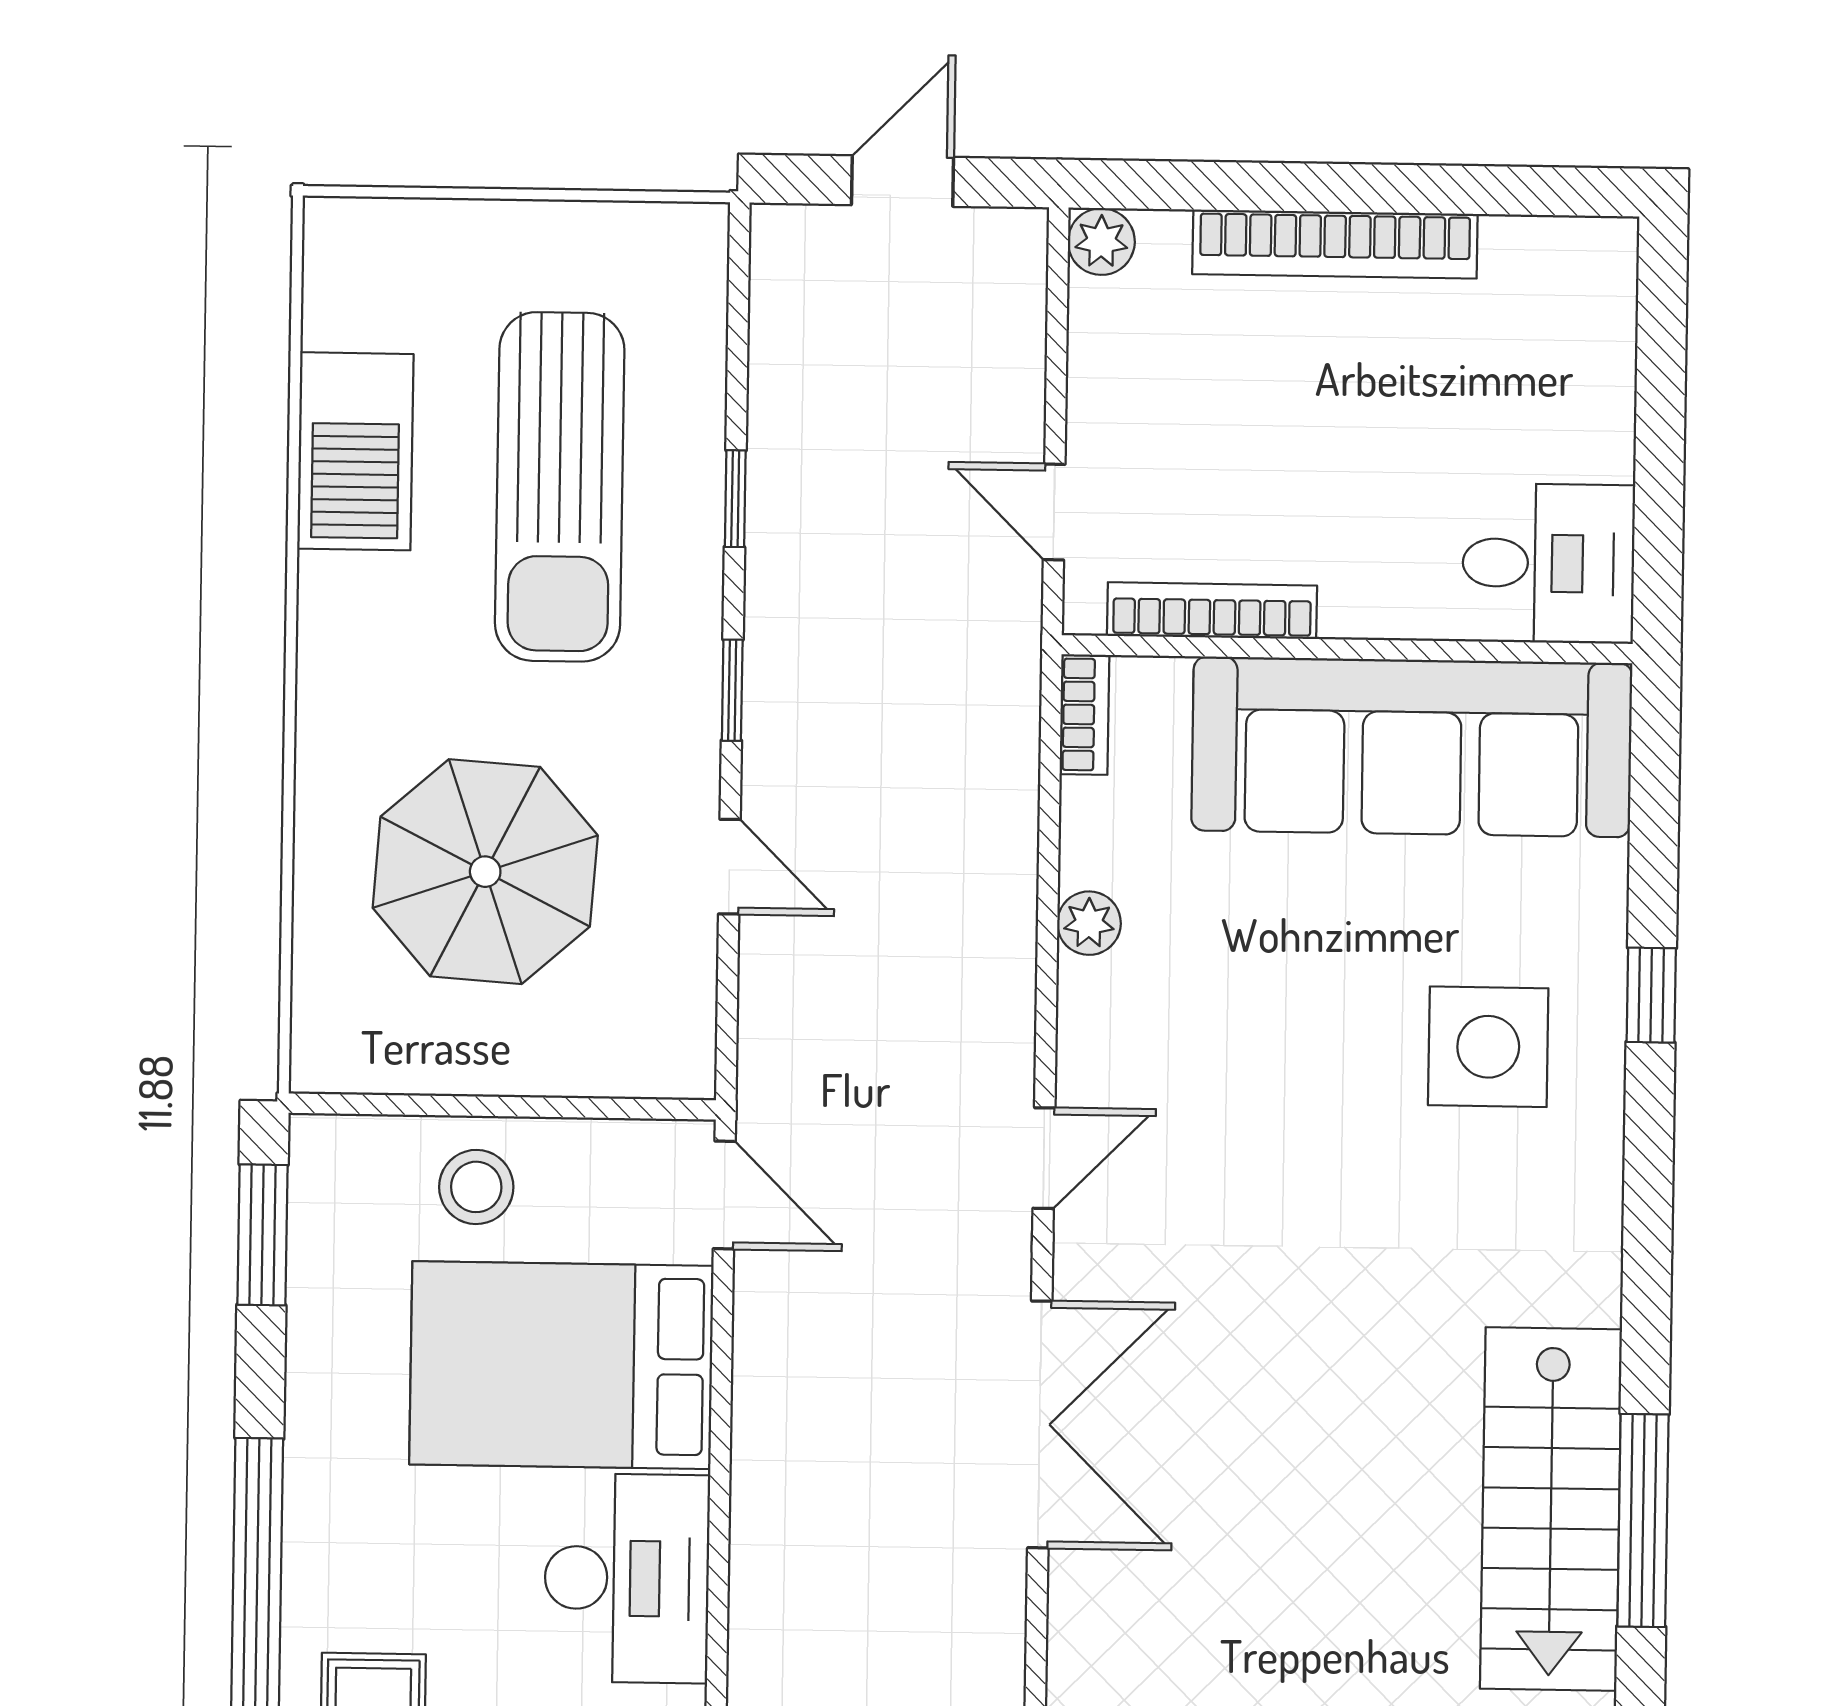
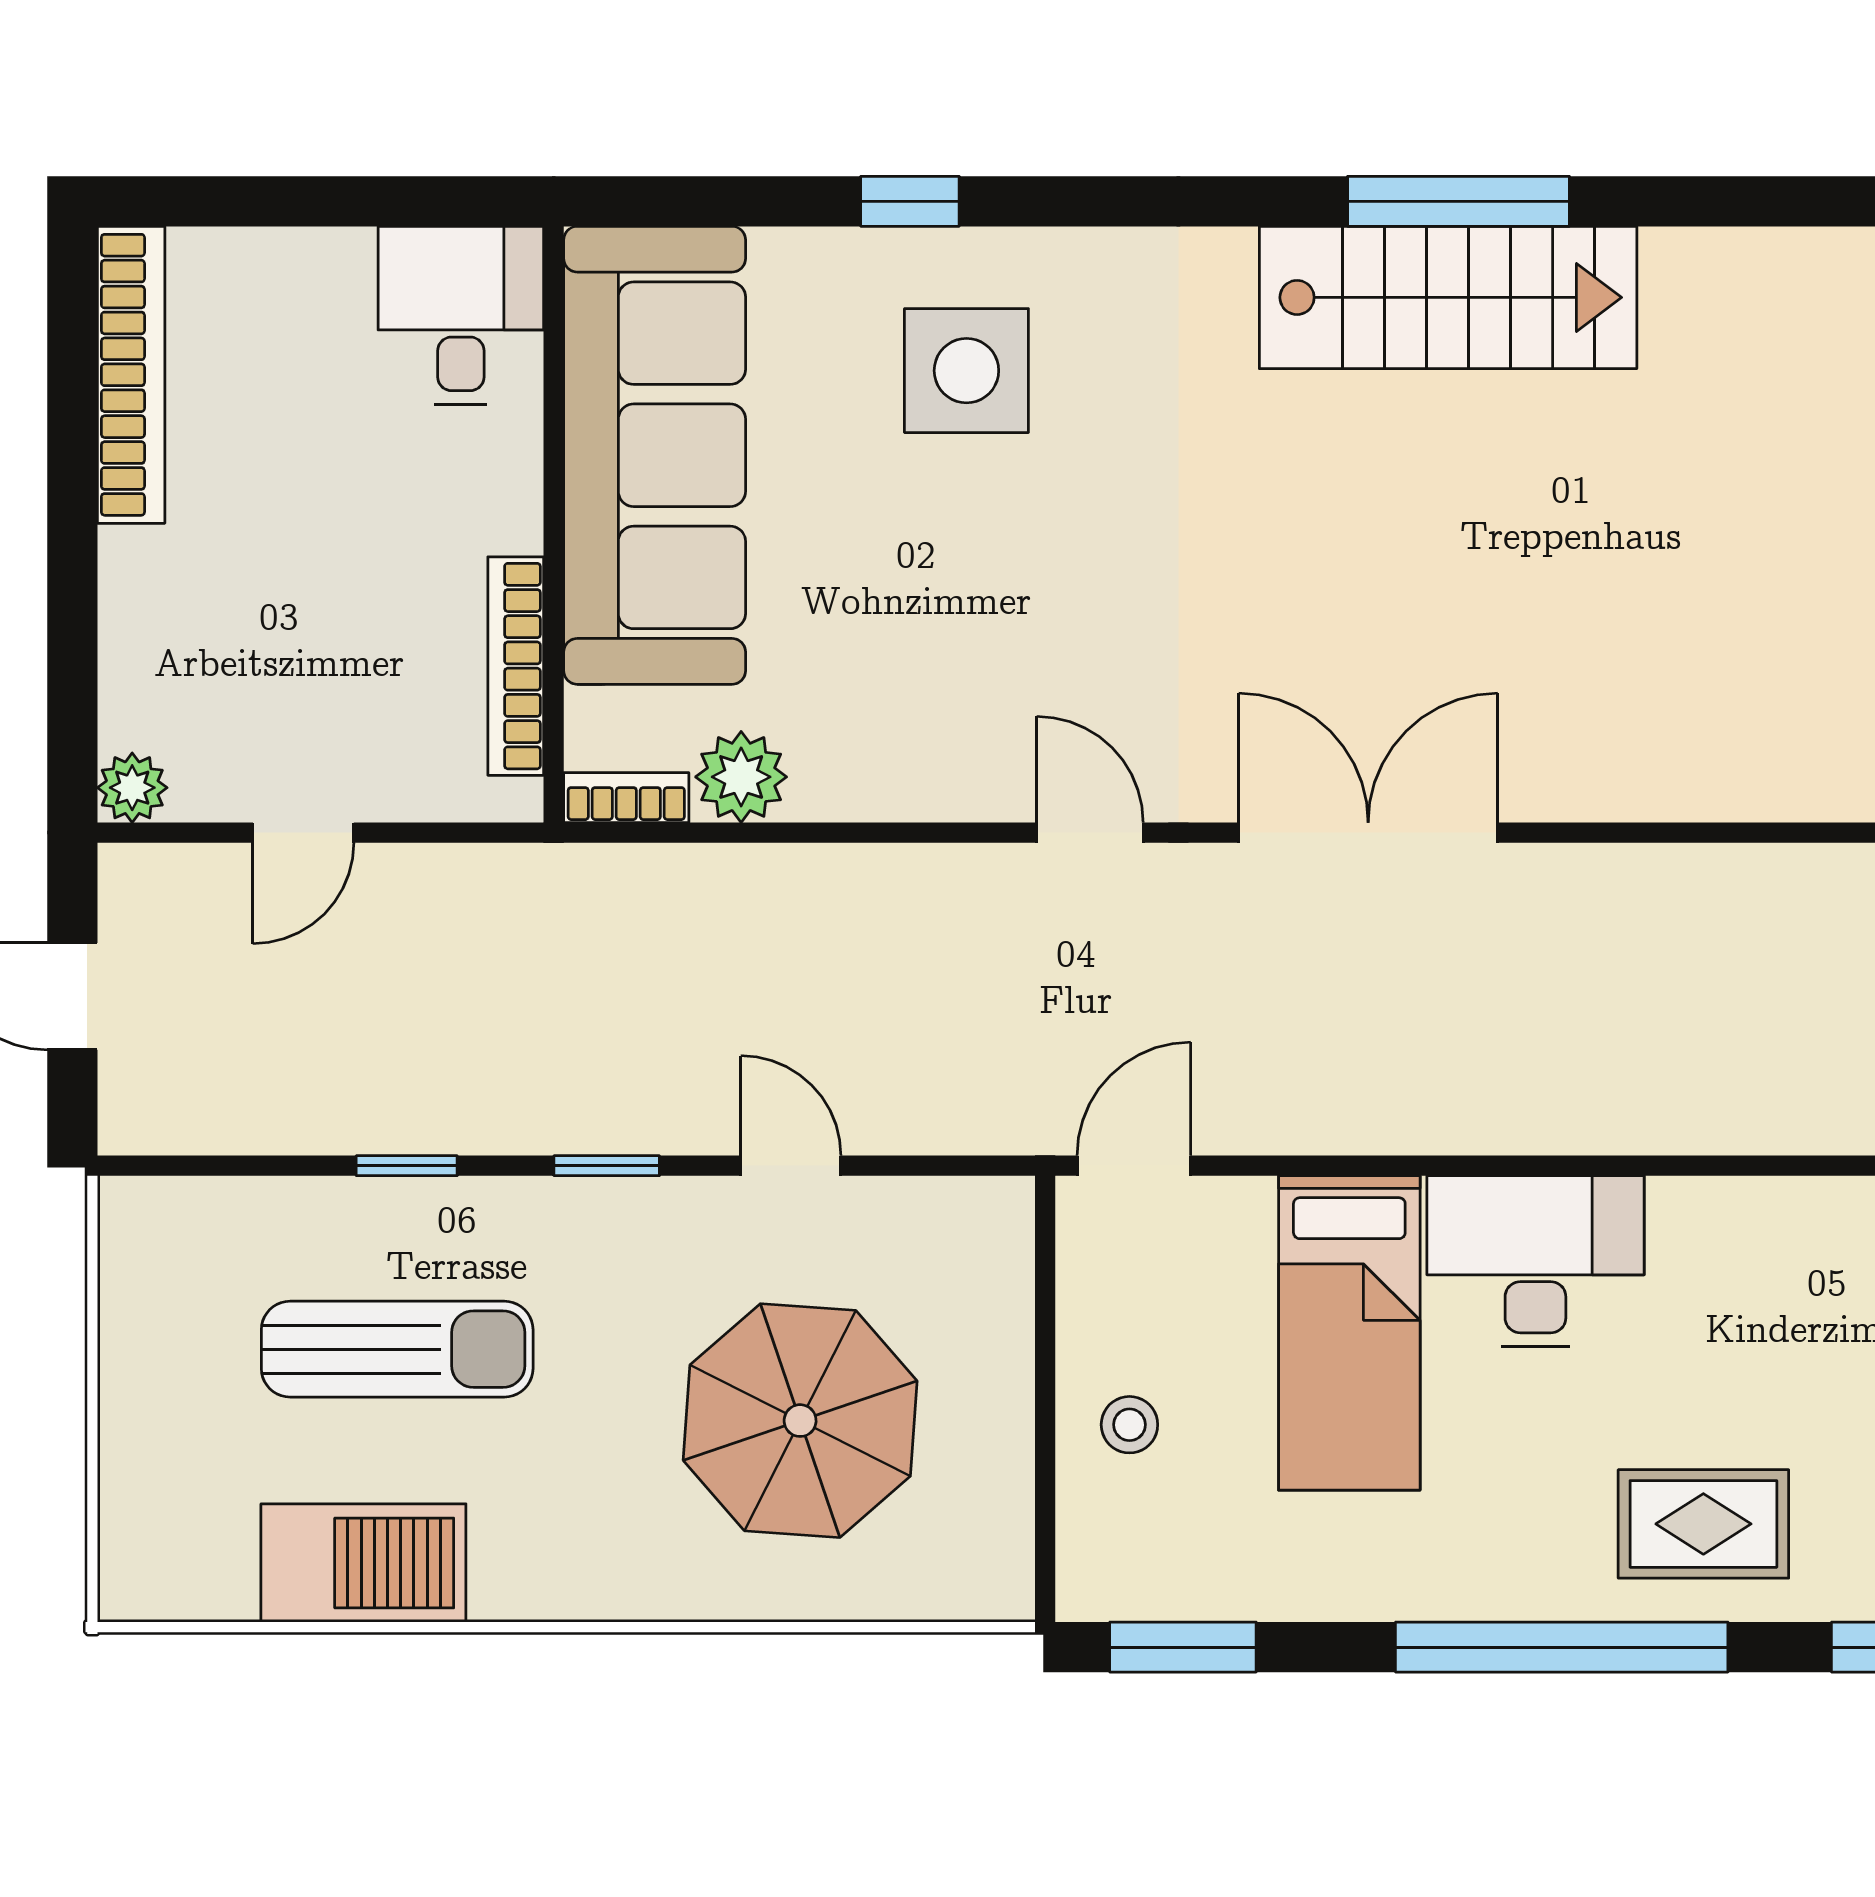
bookcase: (1335, 244) -> (131, 375), moved
sun lounger: (560, 487) -> (397, 1349), width x0.73, depth x0.75
door: (1054, 512) -> (303, 833), moved
door: (729, 867) -> (791, 1166), hinge flipped
plant: (1089, 923) -> (741, 777), moved, width x1.38, depth x1.38
stool: (476, 1187) -> (1129, 1425), width x0.73, depth x0.73
bed: (561, 1365) -> (1349, 1333), width x0.67

